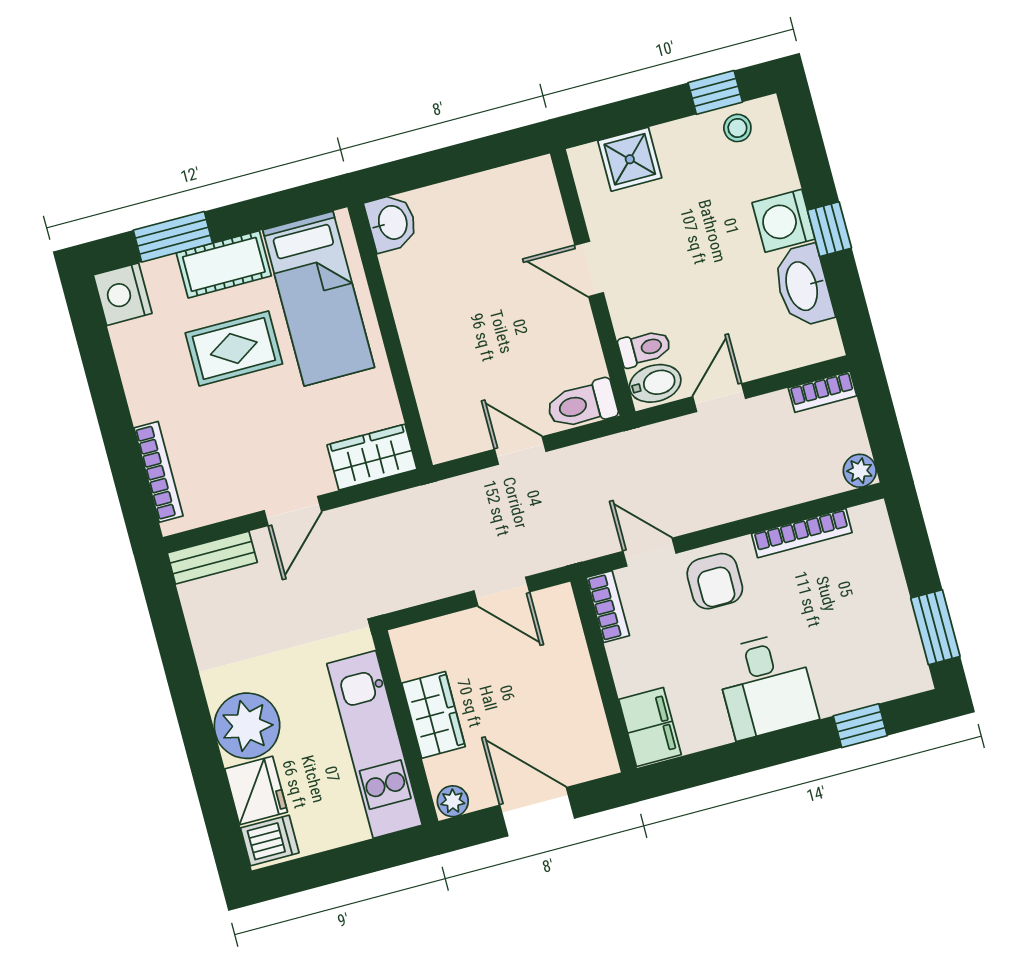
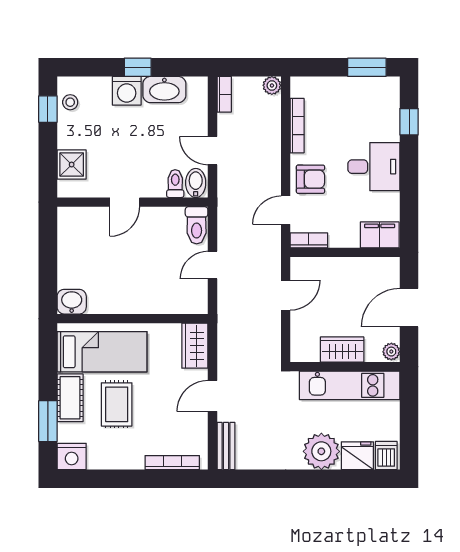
door: (293, 511) -> (212, 396), swing flipped

